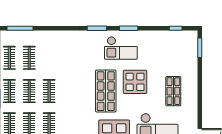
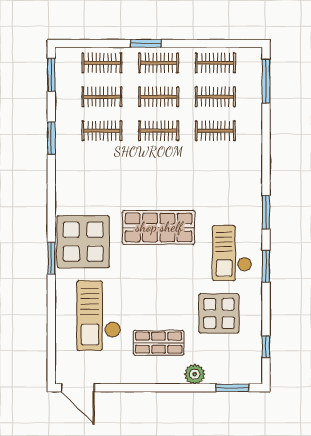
clothes rail: (49, 58) -> (215, 131), added
plant: (192, 70) -> (195, 374), added
display table: (135, 82) -> (219, 313), moved

